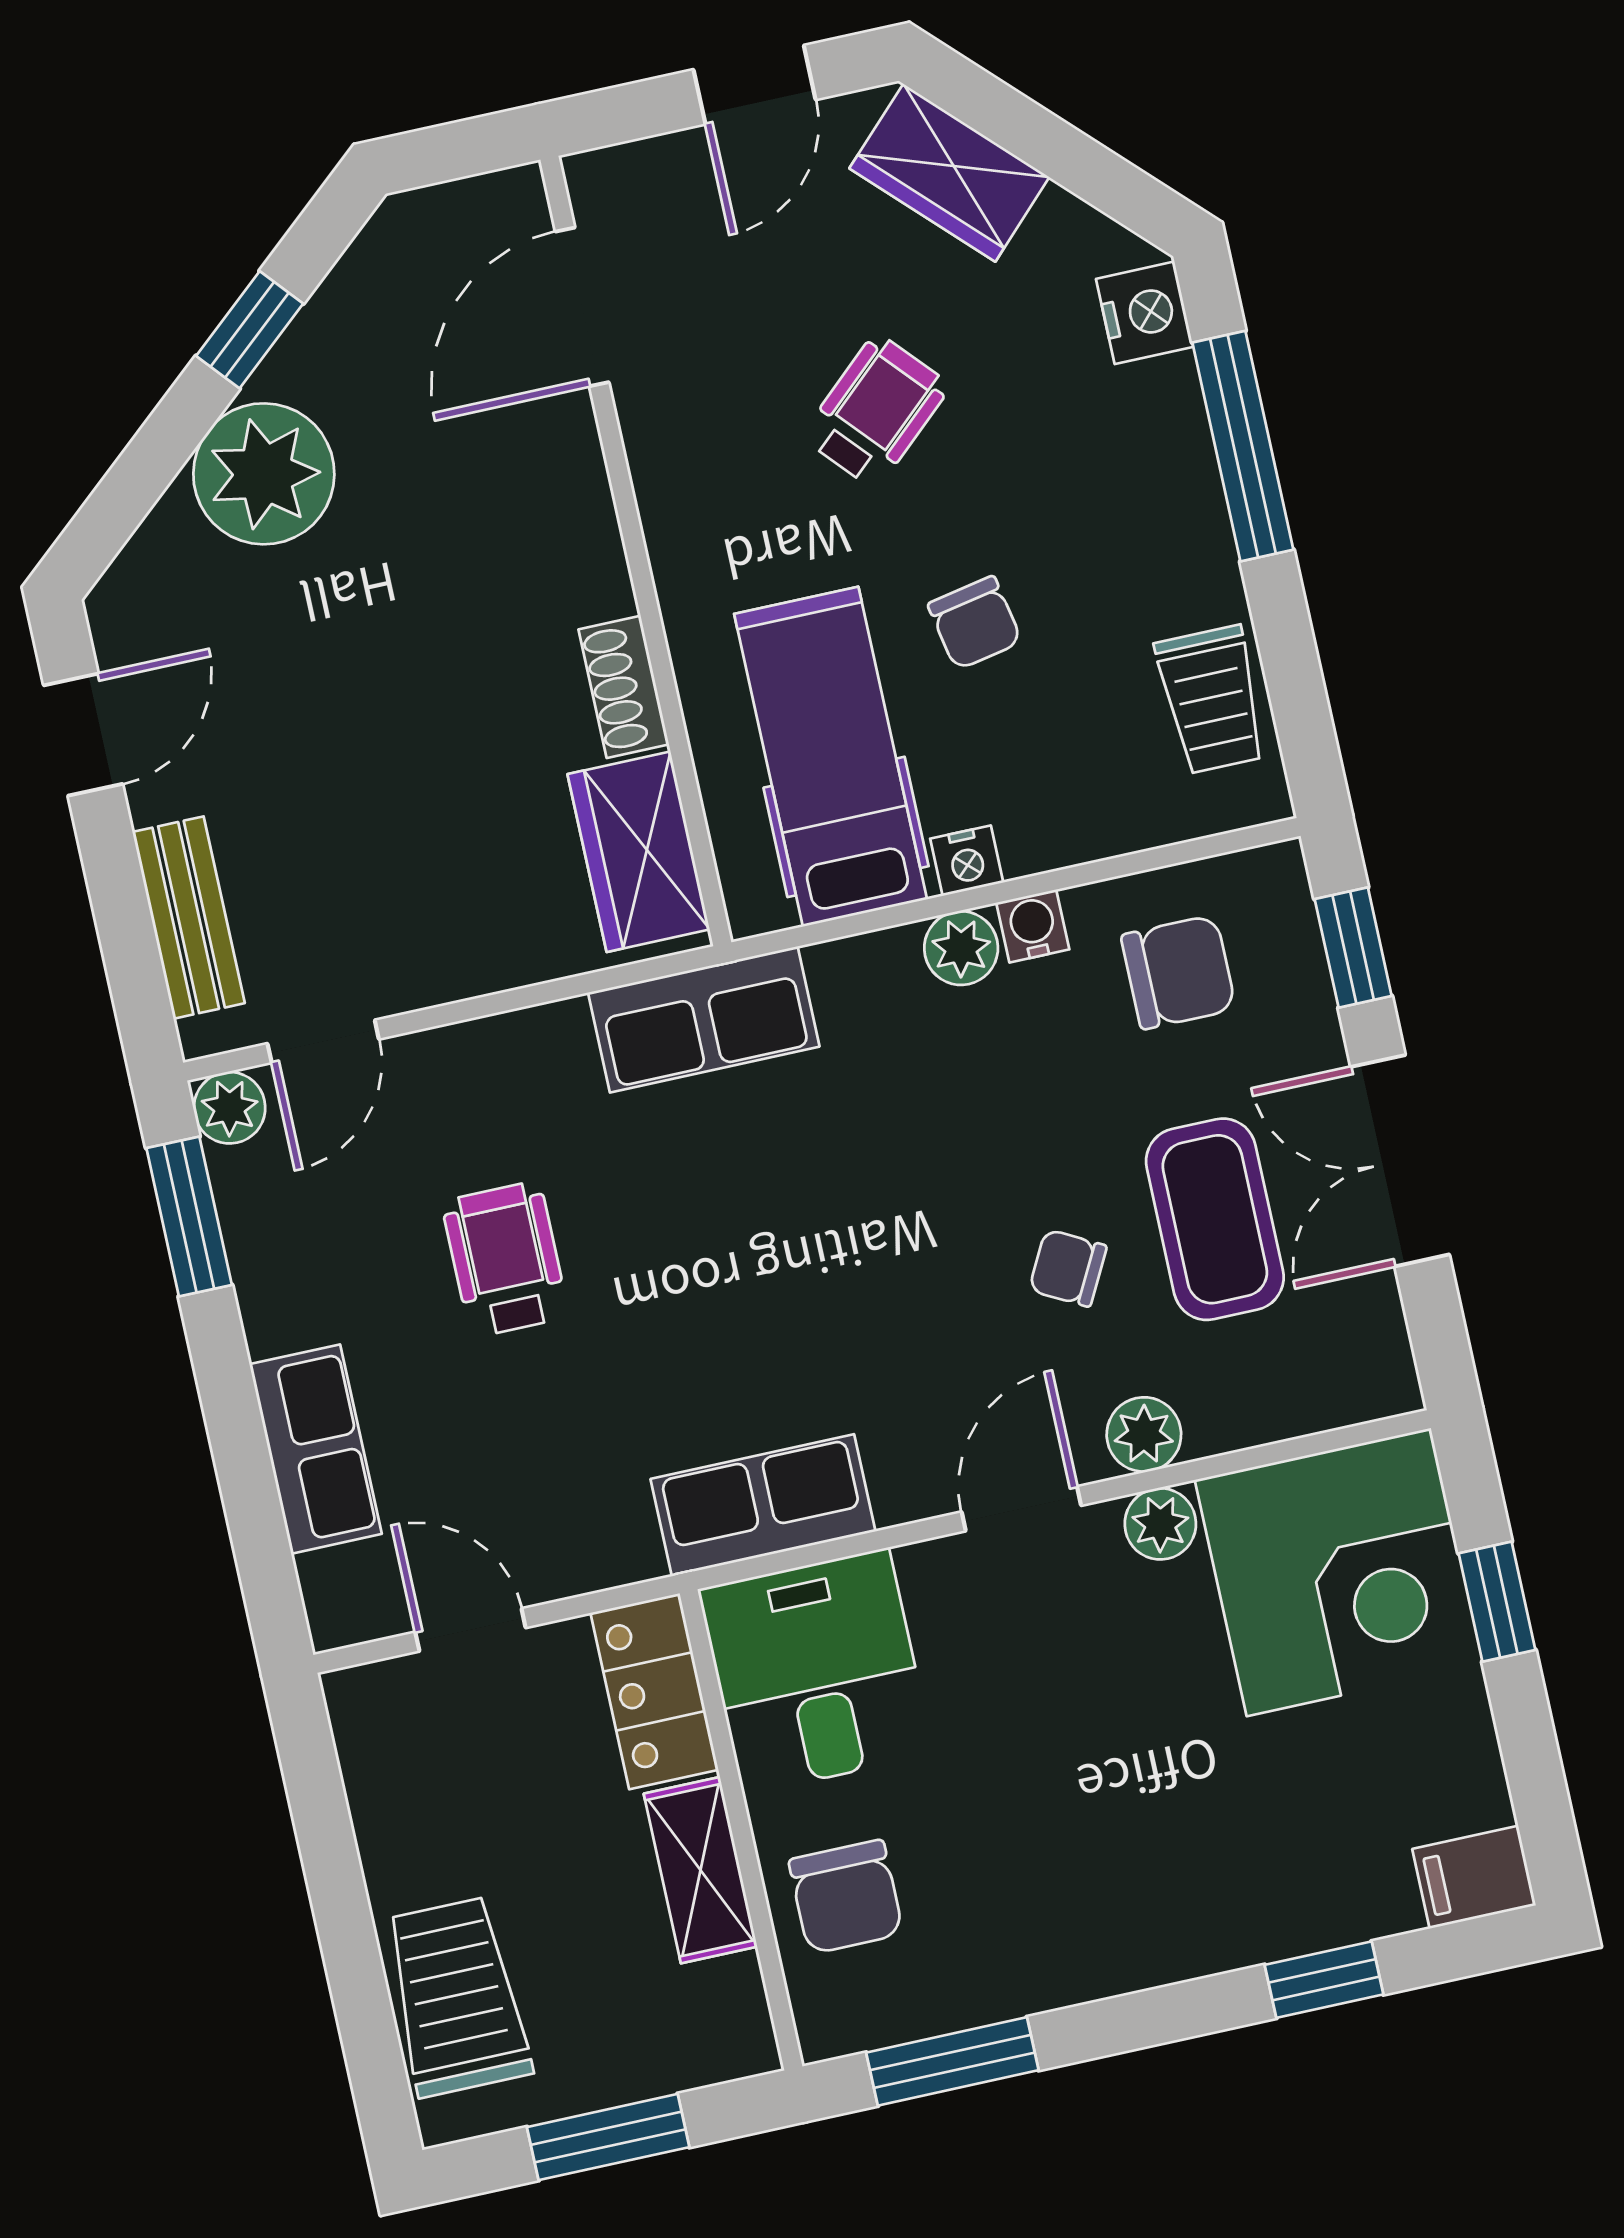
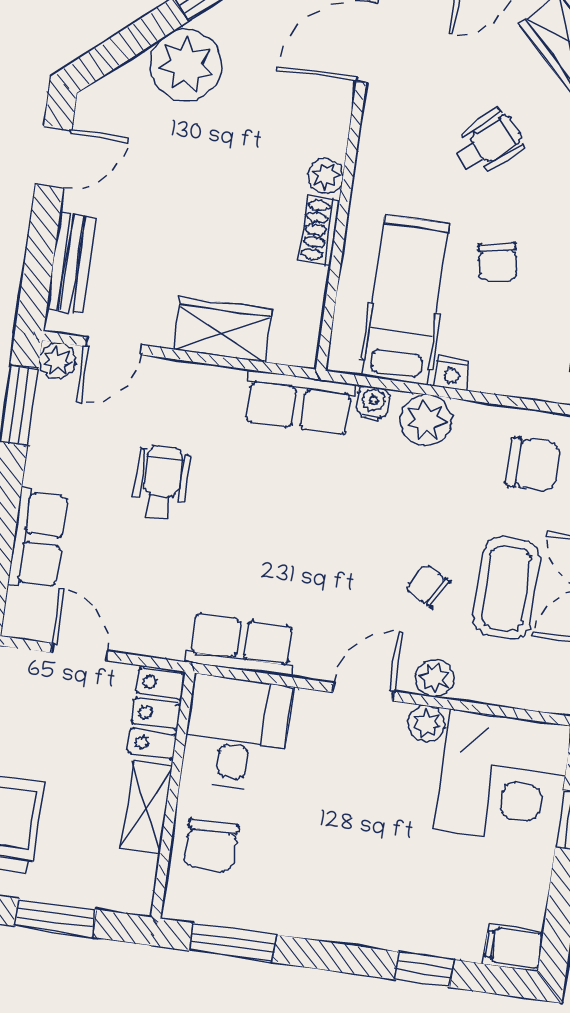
plant: (598, 582) -> (326, 176), added
wardrobe: (639, 852) -> (222, 329), moved, turned 90
water cooler: (1033, 926) -> (373, 403), moved
plant: (961, 948) -> (426, 420), width x1.38, depth x1.38

